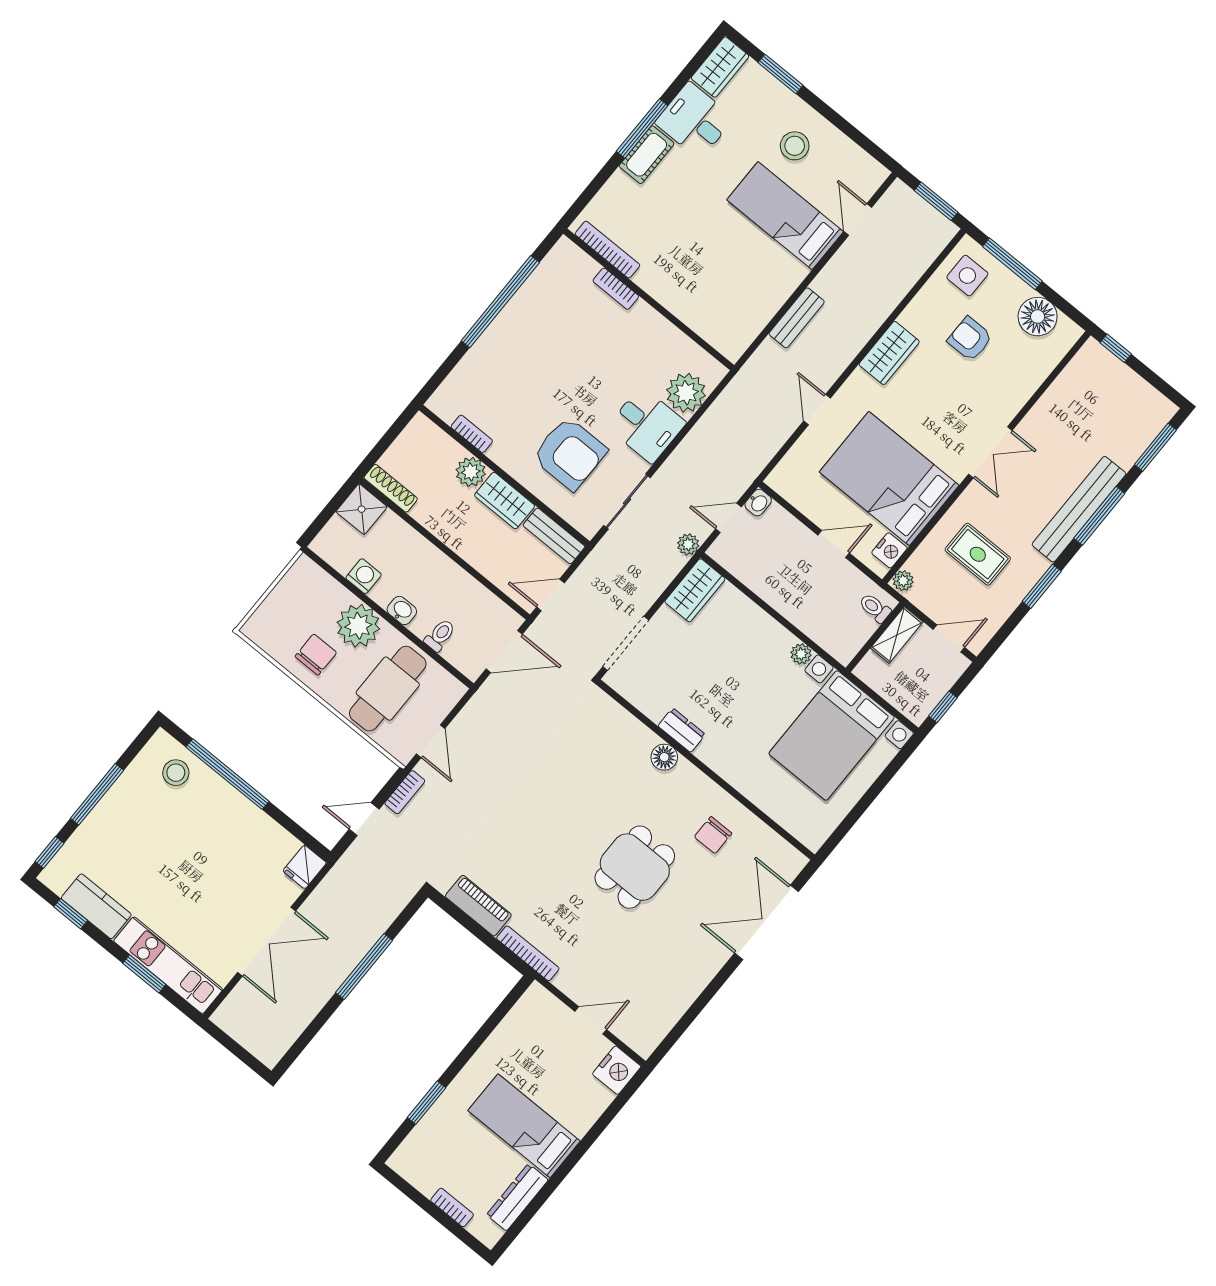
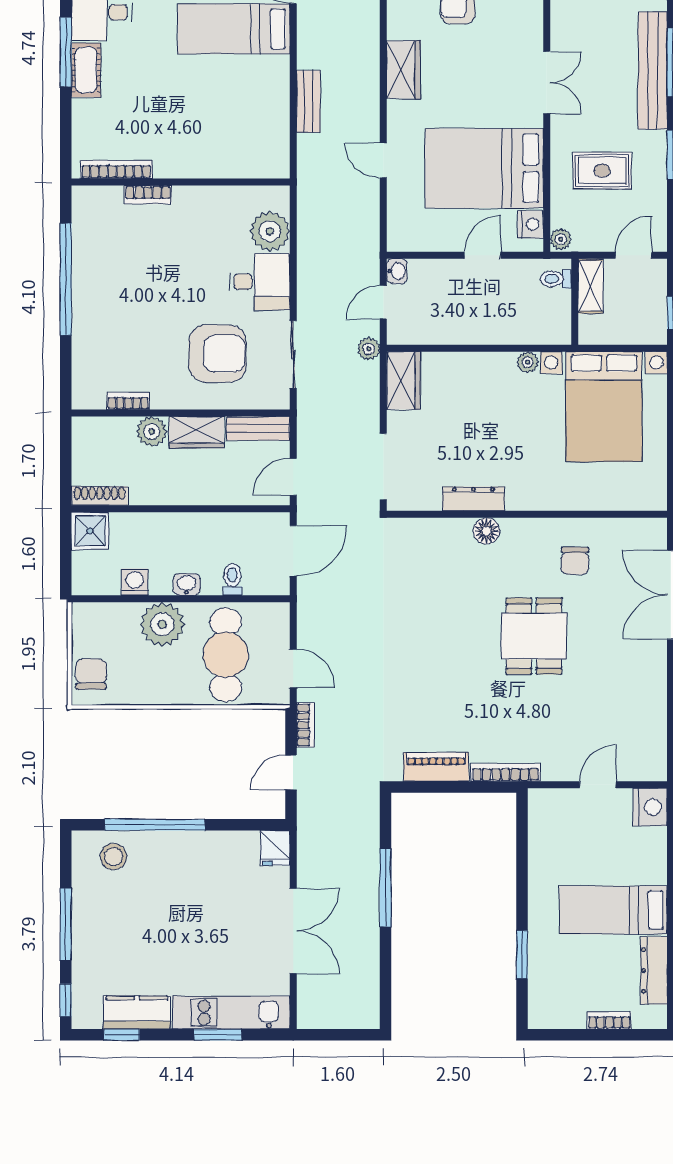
chair: (316, 654) -> (91, 674), moved
dresser: (682, 730) -> (473, 499), width x1.44

